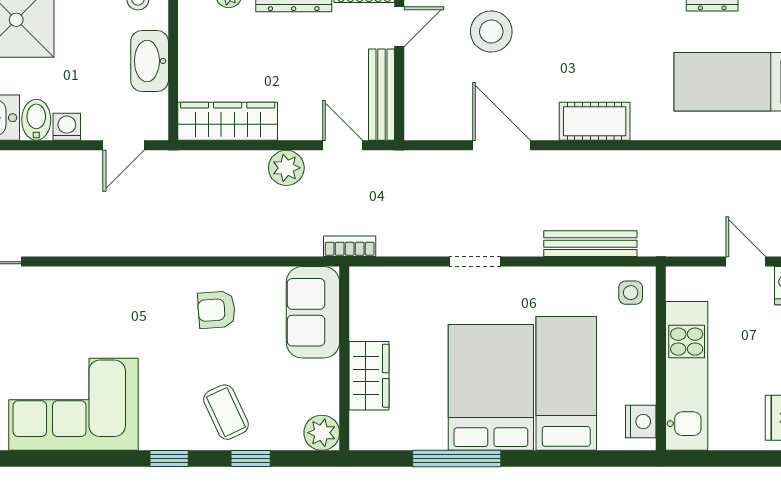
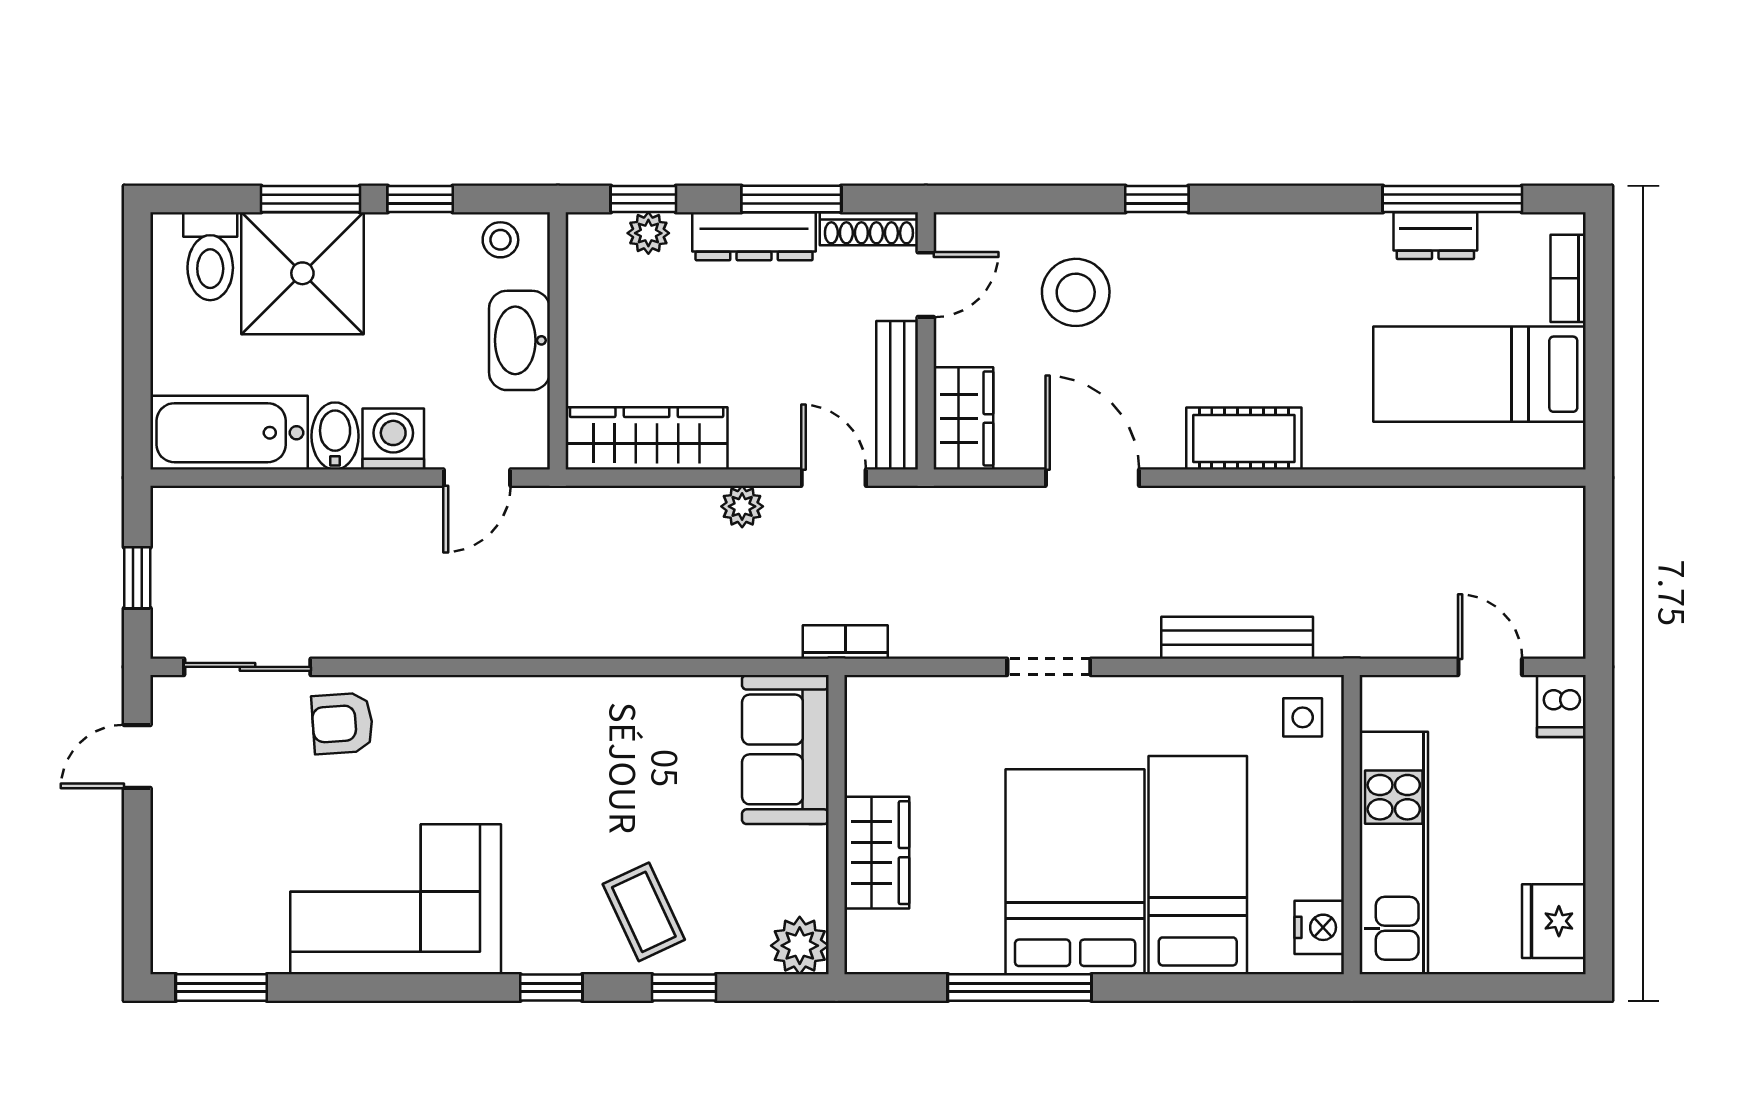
wardrobe: (422, 109) -> (963, 418), added
washing machine: (67, 127) -> (393, 439), width x1.38, depth x1.38
plant: (286, 168) -> (742, 506), width x0.73, depth x0.73
armchair: (216, 310) -> (342, 723), moved

